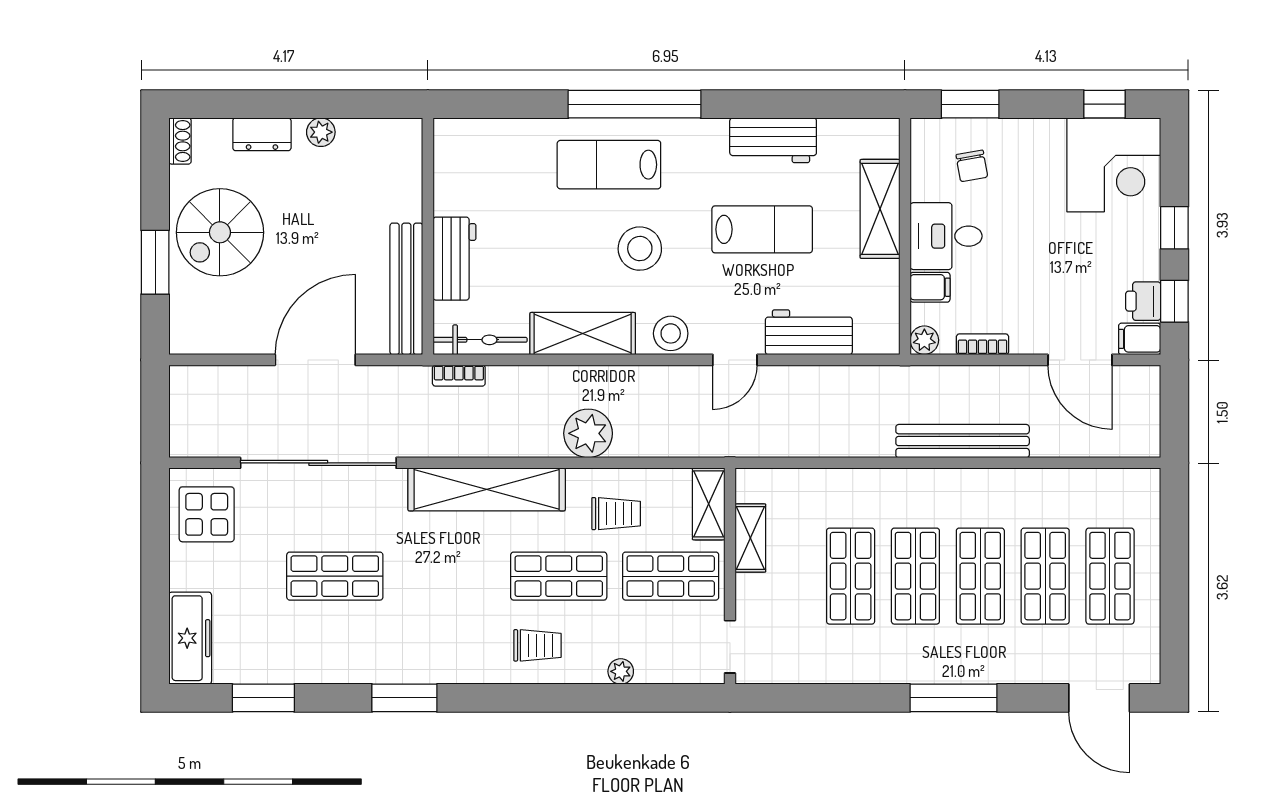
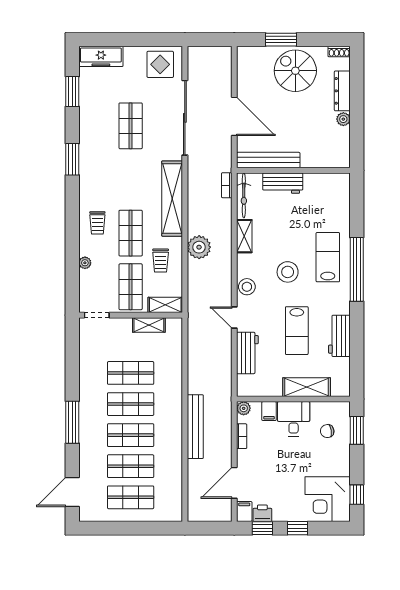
dresser: (262, 134) -> (342, 91), width x1.44
shelving: (583, 334) -> (244, 236), width x0.67, depth x0.75

